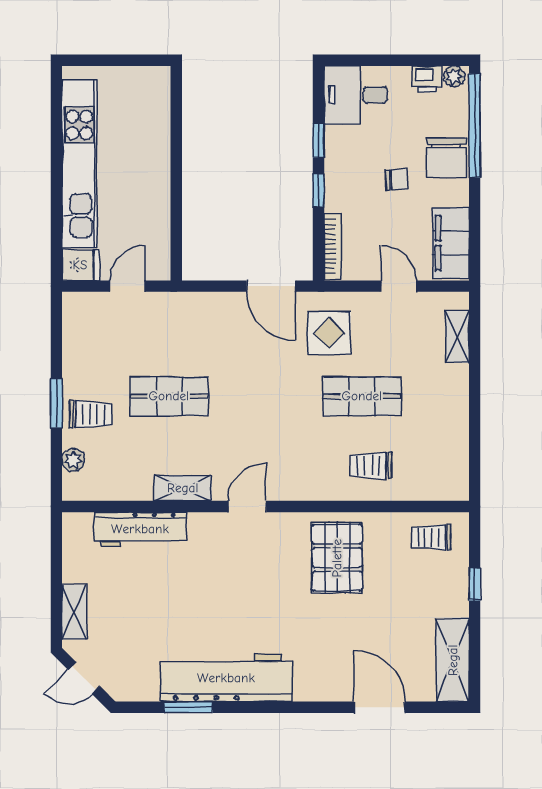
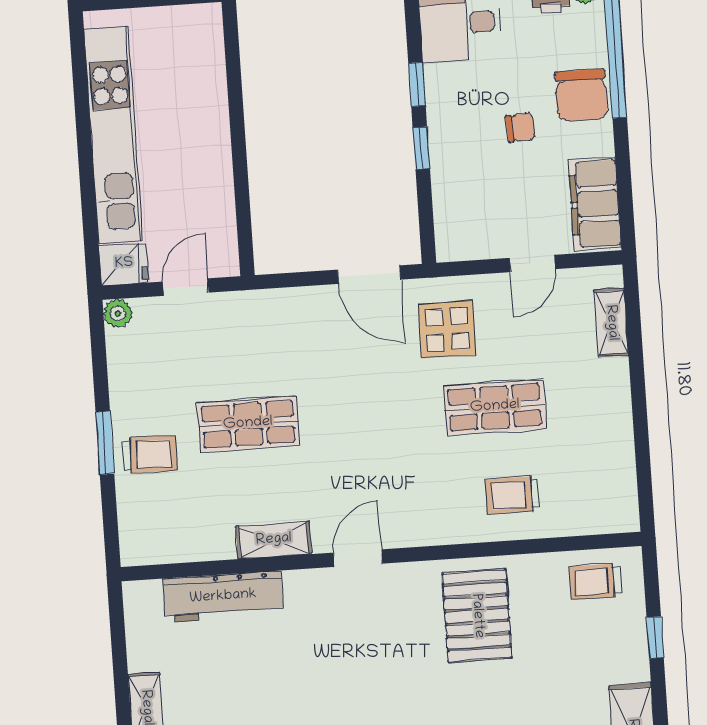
bookcase: (333, 246) -> (444, 218), removed
door: (399, 286) -> (532, 263), swing flipped
plant: (73, 460) -> (118, 313), moved

